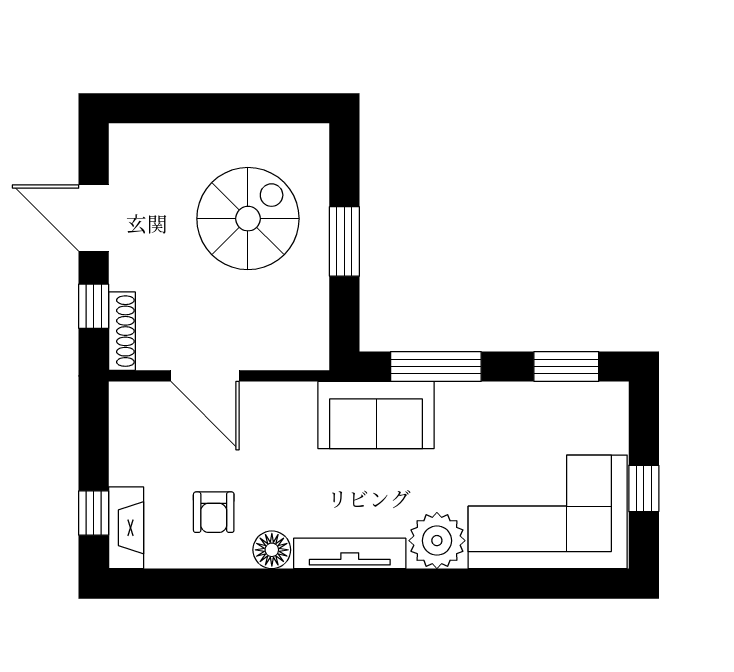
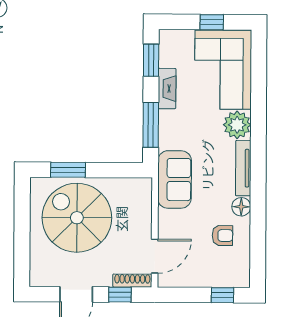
spiral stairs: (248, 219) -> (77, 218), width x1.37, depth x1.37
window: (344, 241) -> (68, 170), moved
door: (205, 376) -> (155, 256), moved
sofa: (376, 415) -> (175, 179), moved
fireplace: (126, 528) -> (167, 89), moved, turned 90

